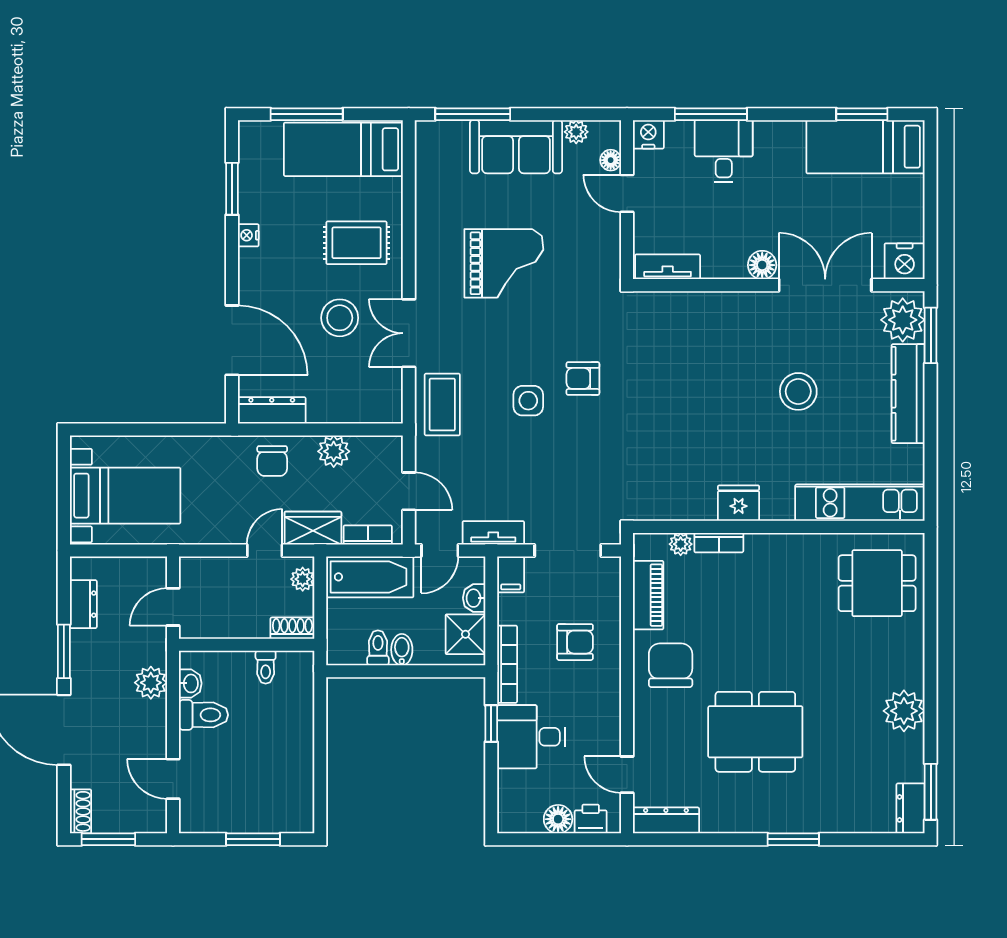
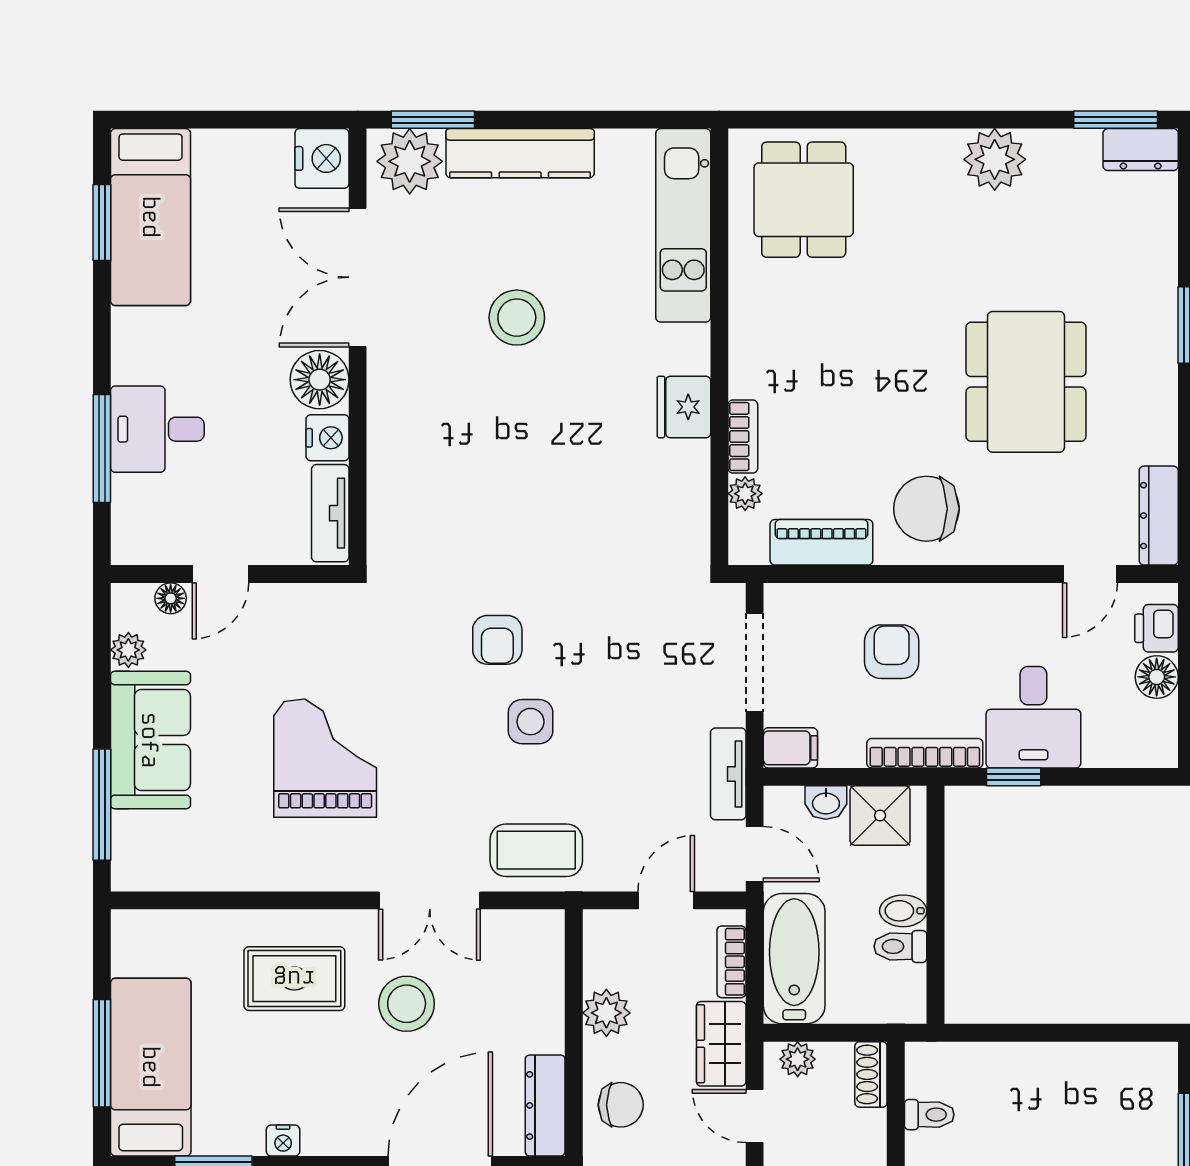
nightstand: (648, 134) -> (328, 438), moved, turned 180
bed: (343, 149) -> (151, 1067), moved, turned 180
rug: (357, 243) -> (294, 979), turned 90
floor lamp: (762, 265) -> (320, 380), width x1.38, depth x1.38

